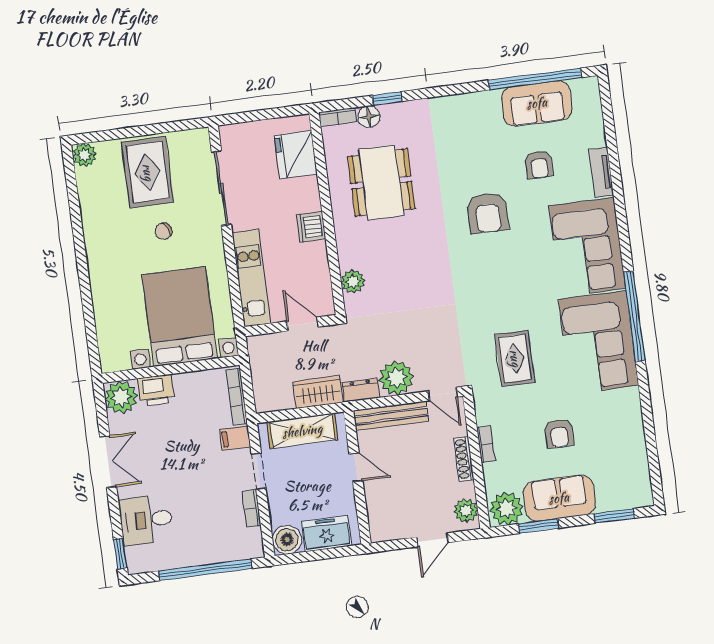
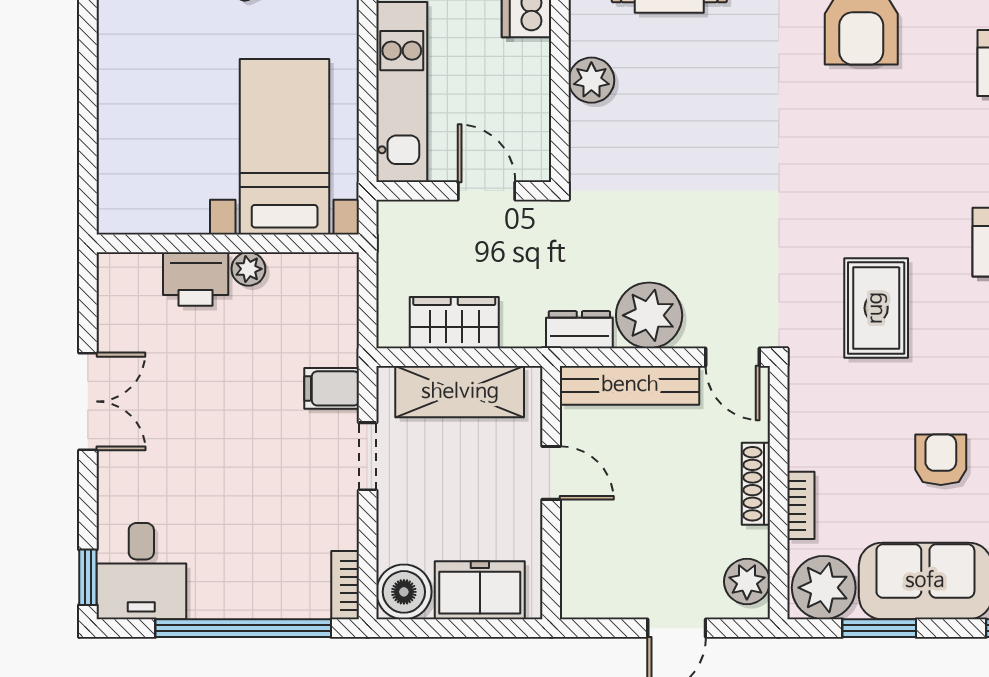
plant: (353, 281) -> (591, 80), moved
bed with nightstands: (180, 317) -> (285, 147), width x0.73
wardrobe: (318, 392) -> (454, 323), moved
plant: (121, 397) -> (248, 269), moved, width x0.53, depth x0.53
bookcase: (237, 397) -> (345, 311), removed
armchair: (559, 433) -> (941, 460), turned 180
bookcase: (486, 444) -> (801, 505), moved
bookcase: (252, 509) -> (345, 585), moved
desk: (146, 520) -> (141, 571), moved, turned -90

